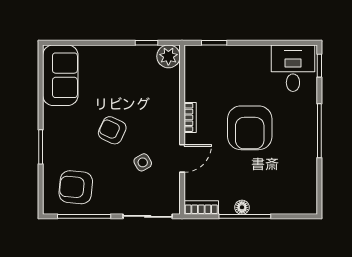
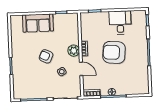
plant: (168, 56) -> (74, 51), moved
desk: (293, 68) -> (120, 23), moved
sofa: (60, 75) -> (38, 23), moved, turned 90
armchair: (250, 128) -> (114, 52), turned 95
door: (182, 158) -> (81, 69), hinge flipped
armchair: (76, 187) -> (29, 85), removed

